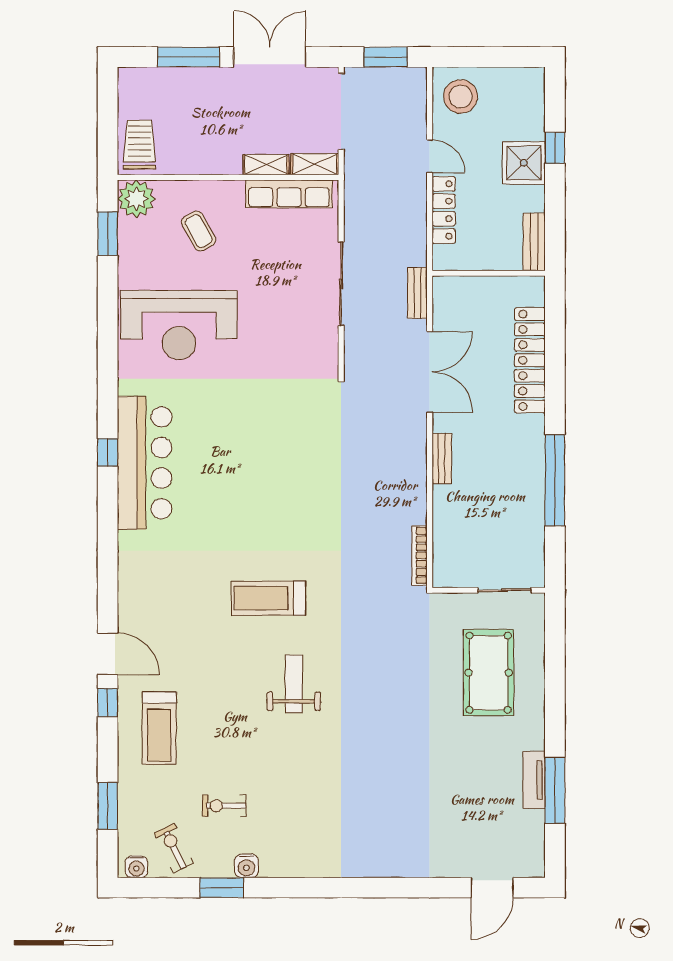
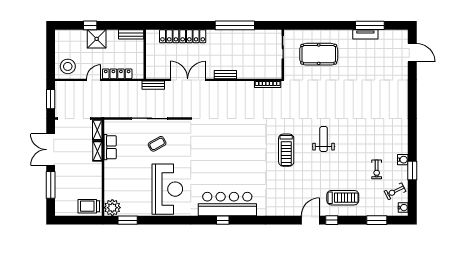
row of seats: (289, 194) -> (110, 147), width x0.68
coffee table: (199, 231) -> (157, 144), moved
weight bench: (294, 684) -> (324, 139), turned 90

